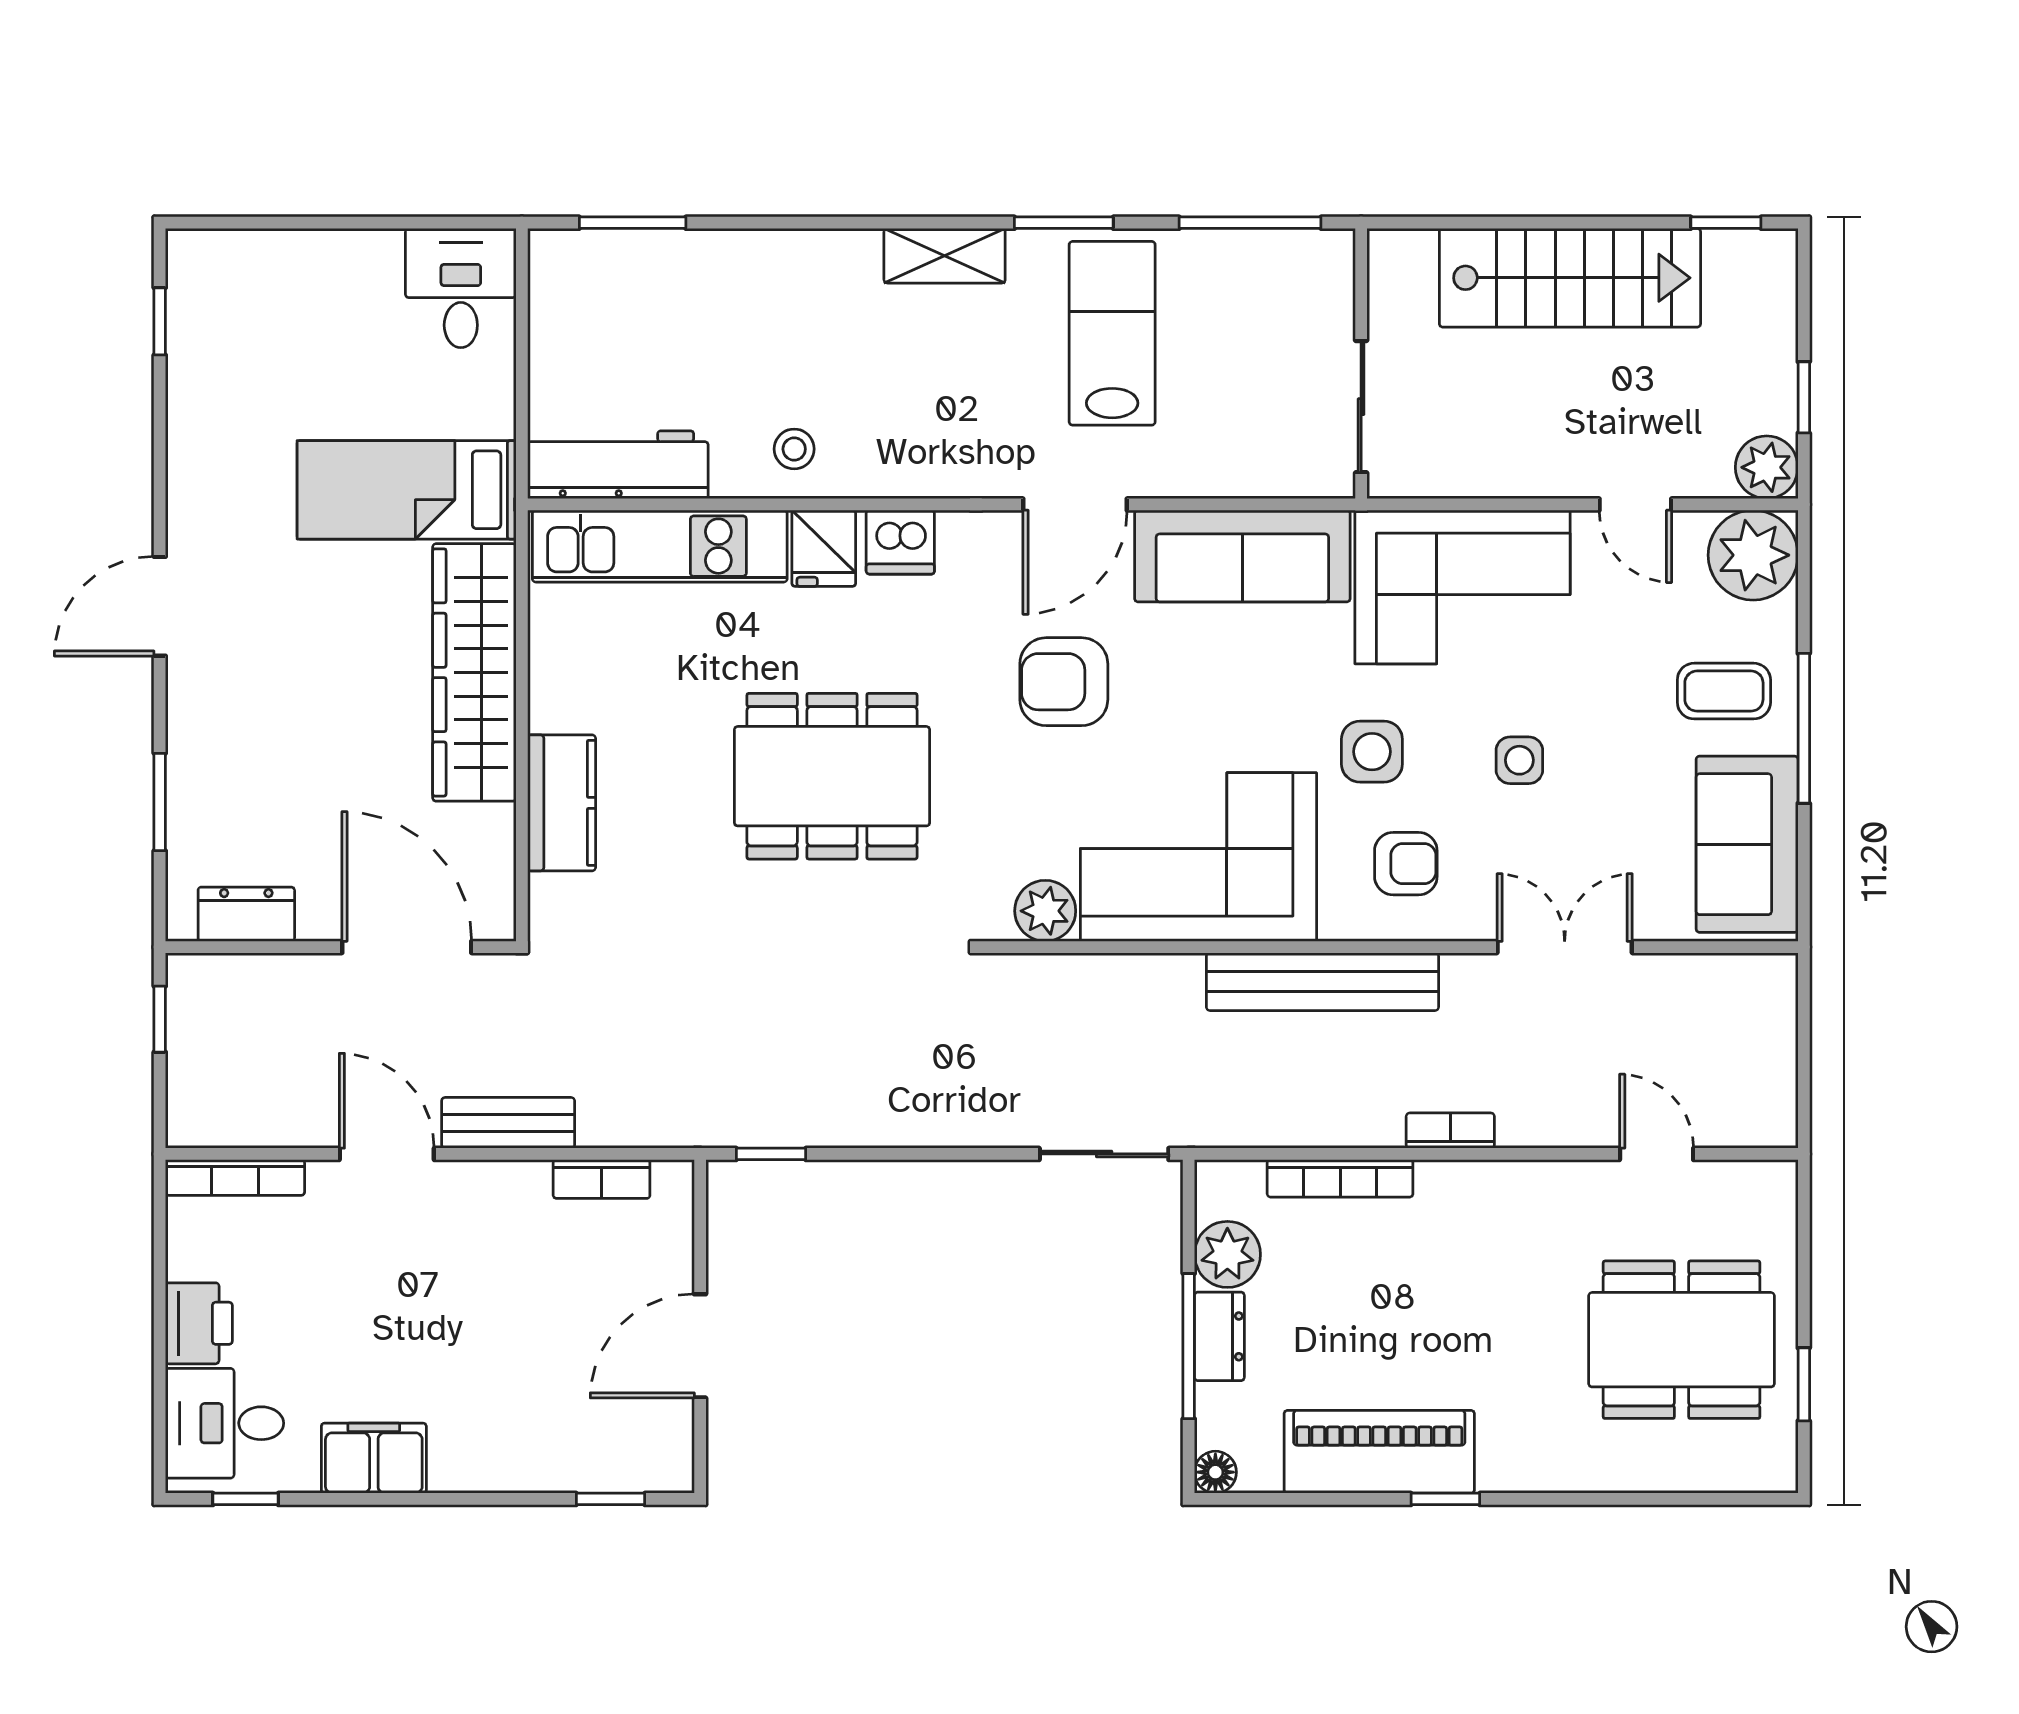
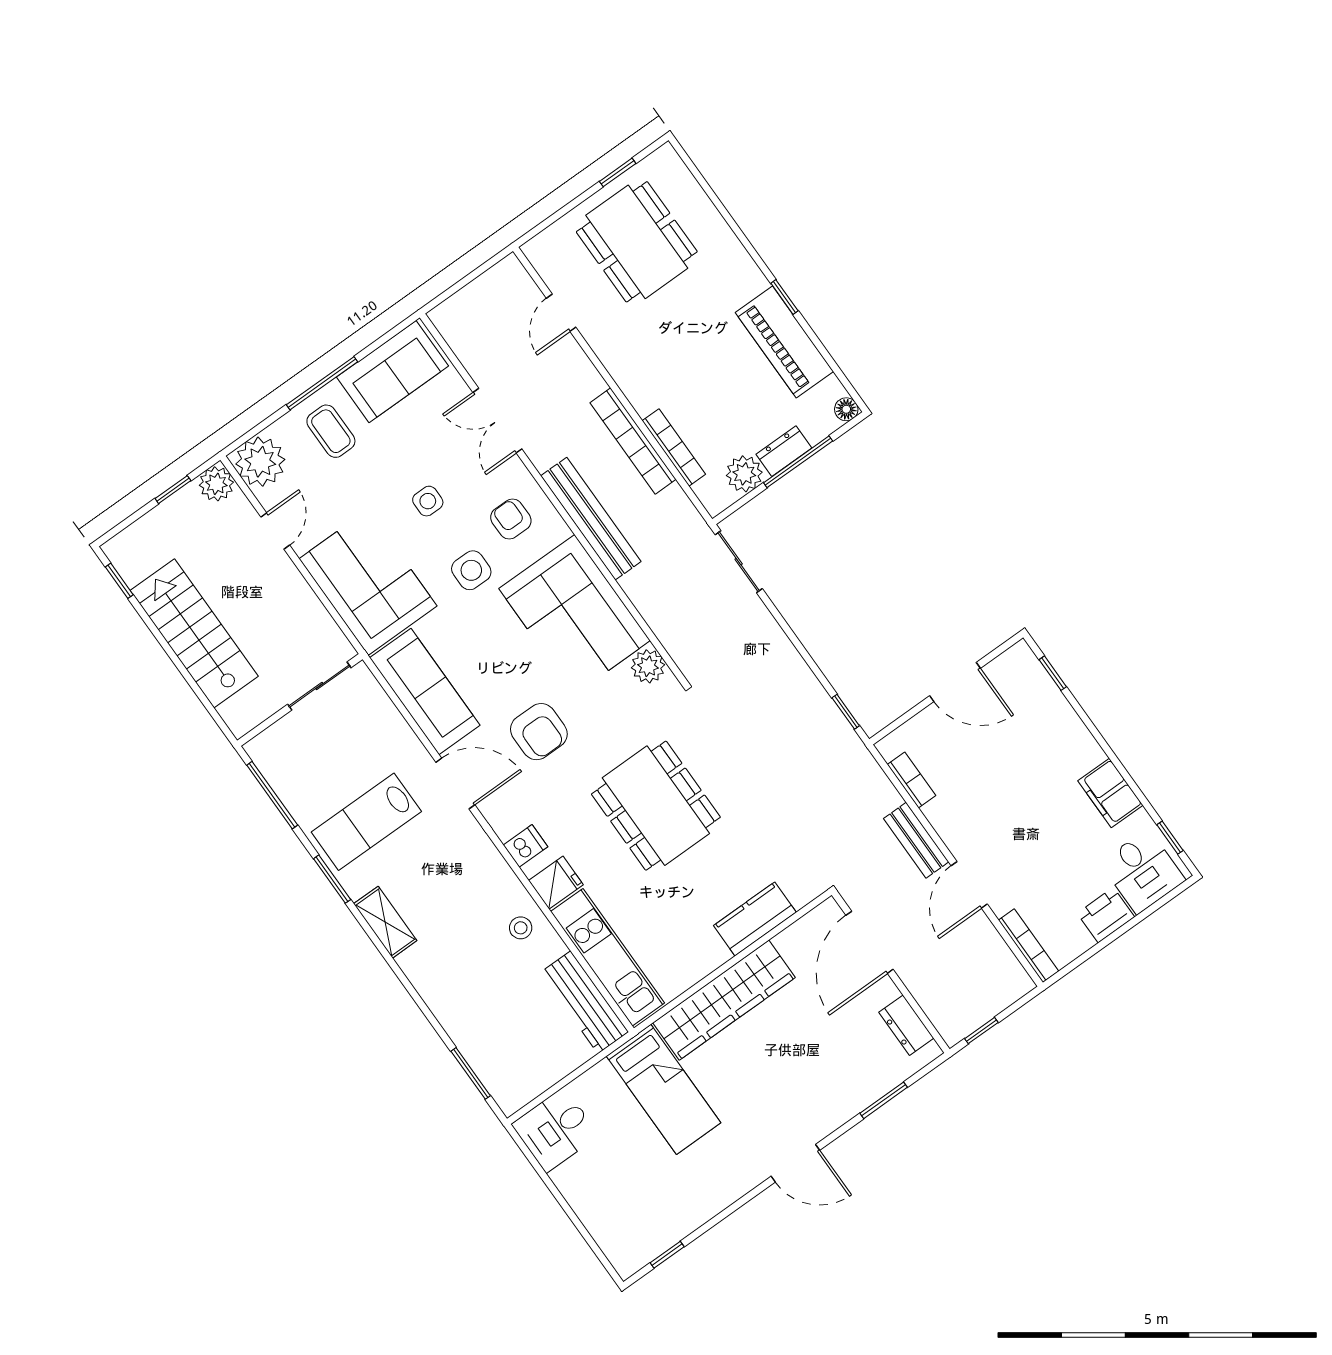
dishwasher: (900, 542) -> (525, 846), width x0.73
bookcase: (1450, 1131) -> (633, 441), width x2.31, depth x1.31

